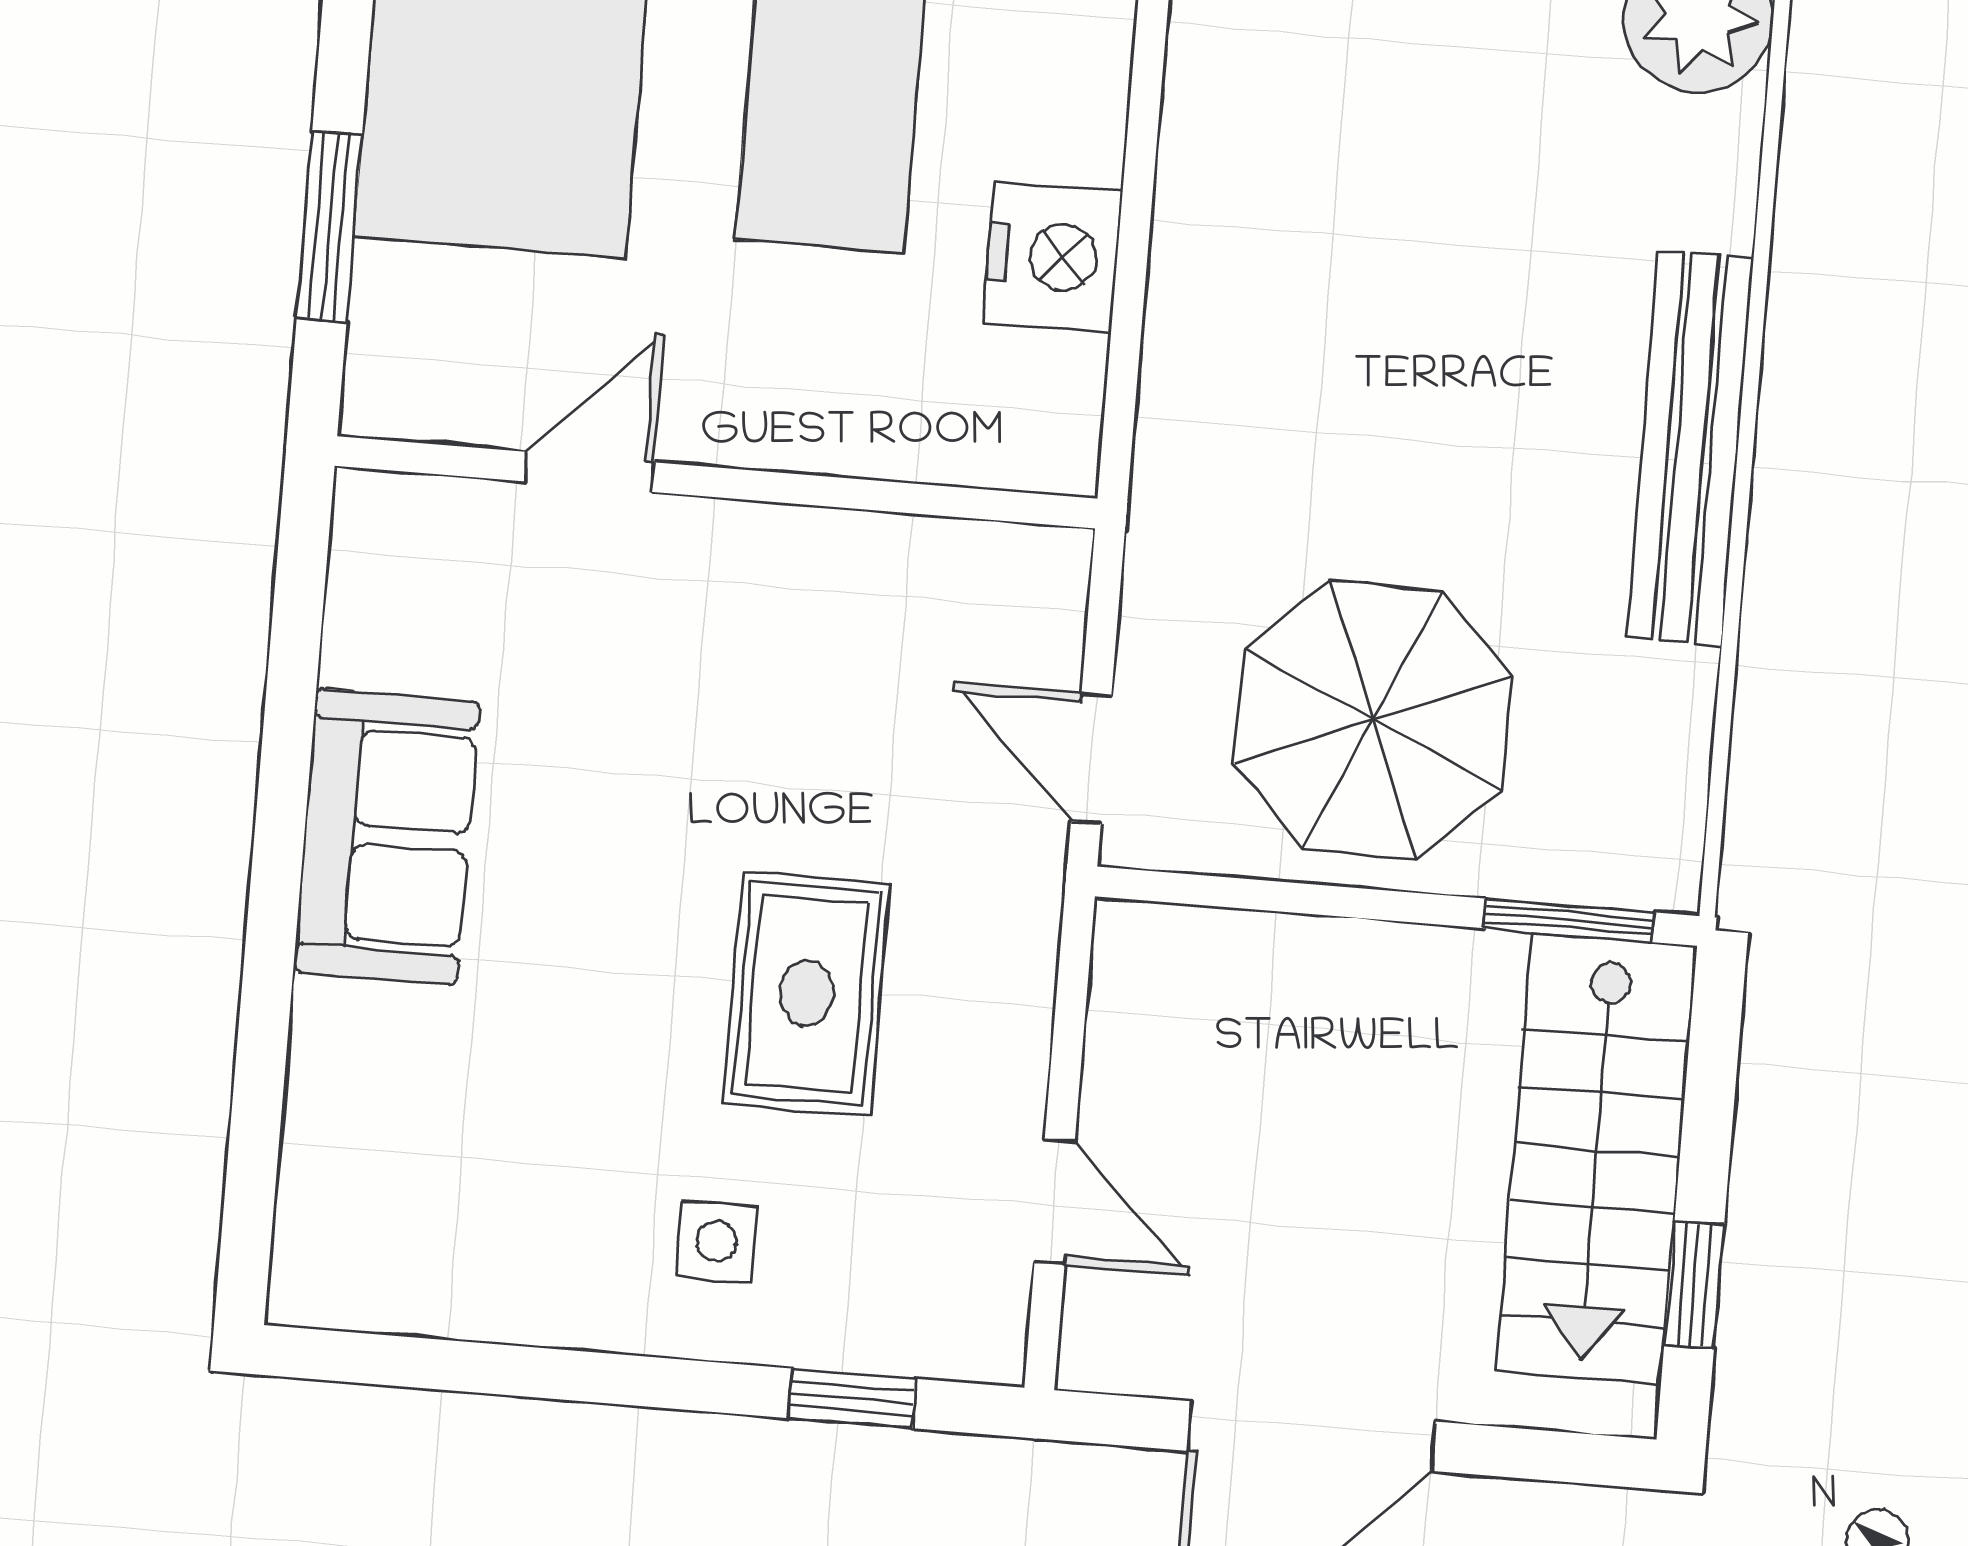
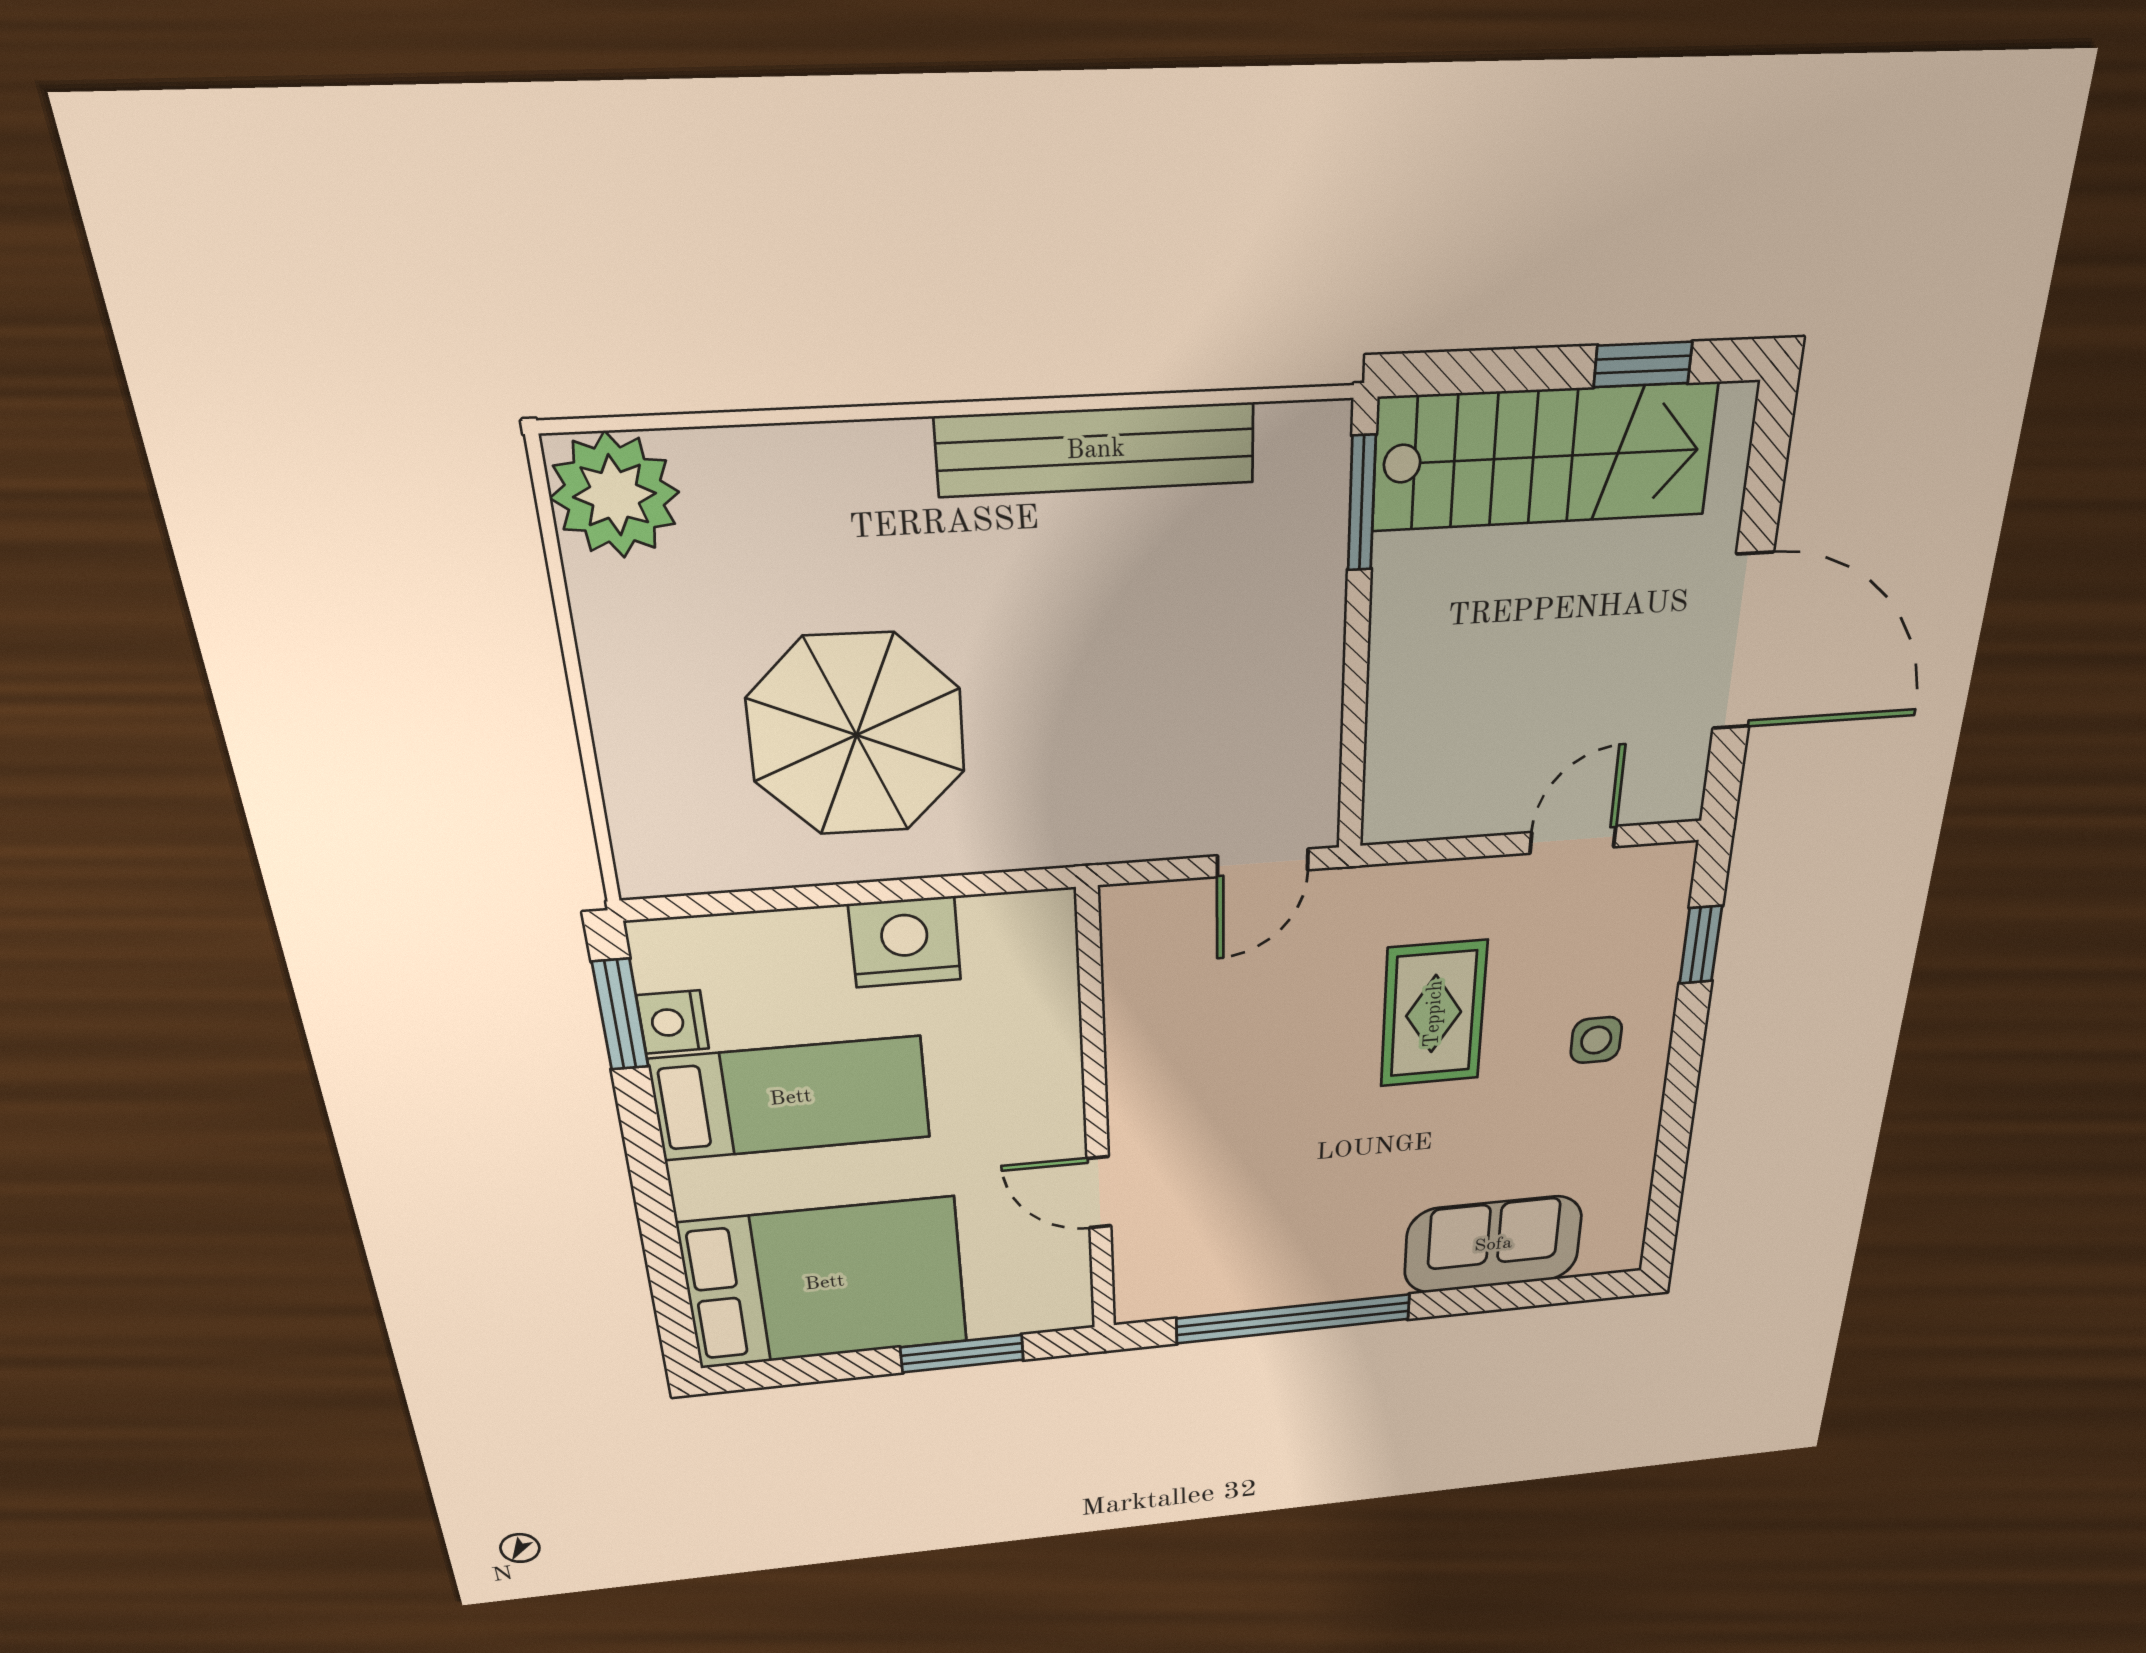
bench: (1690, 448) -> (1096, 450), moved
parasol: (1373, 720) -> (857, 735), moved
window: (286, 750) -> (1293, 1319), added
sofa: (386, 837) -> (1493, 1245), moved
rug: (807, 993) -> (1434, 1014), turned 90

